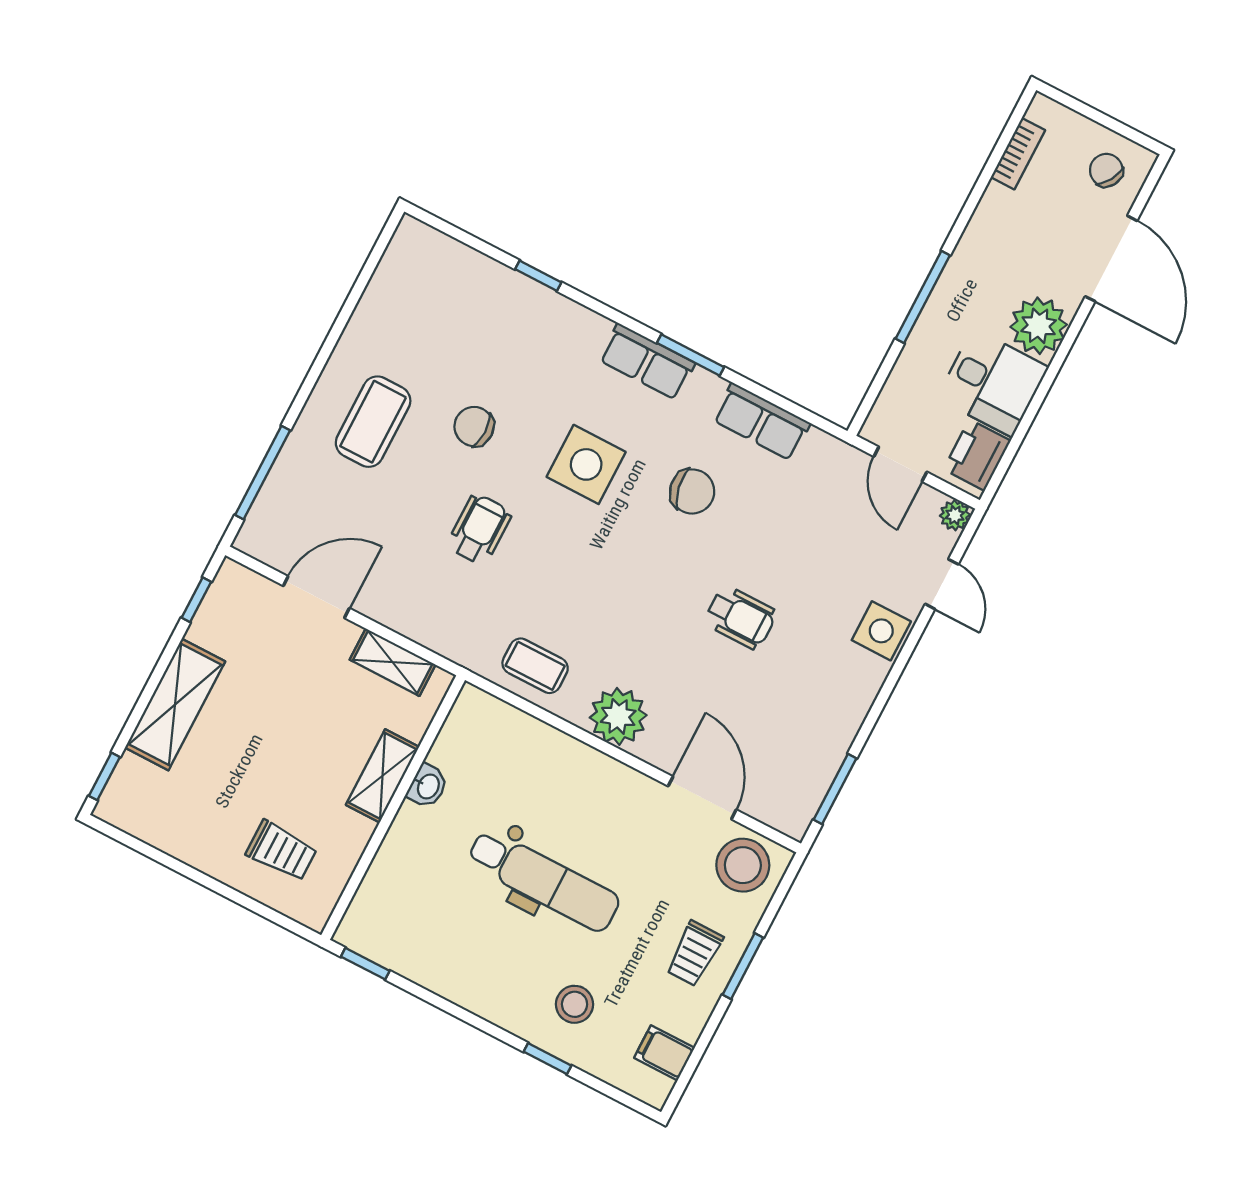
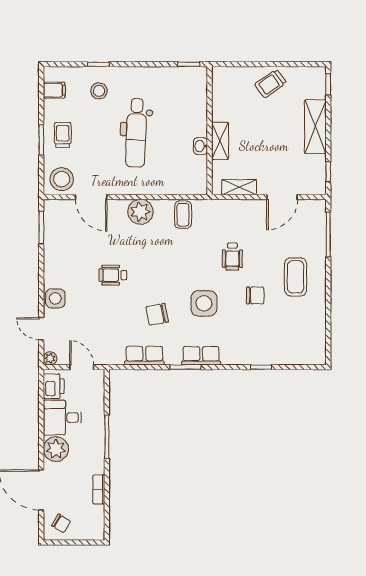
bookcase: (1018, 154) -> (99, 489), moved
coffee table: (535, 666) -> (183, 215), turned 90
trolley: (282, 851) -> (271, 83), moved, turned -35
dental chair: (544, 880) -> (136, 133), turned -88

